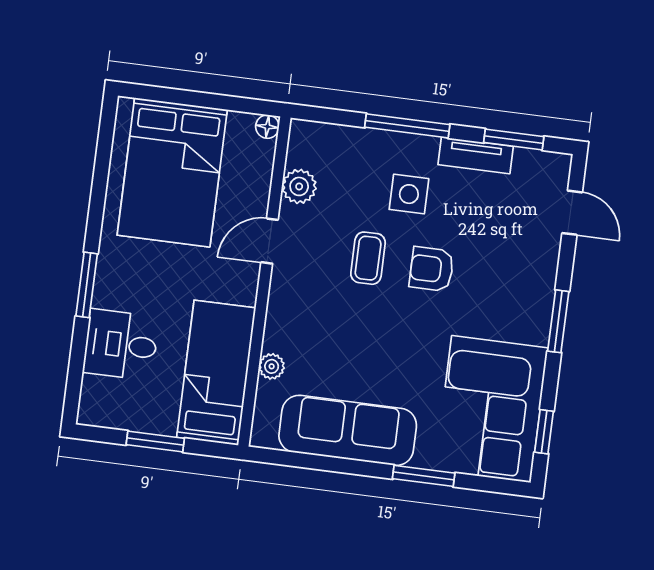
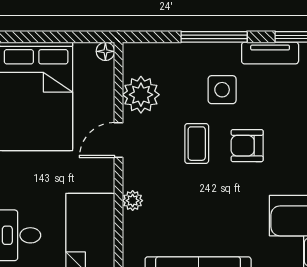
plant: (299, 186) -> (141, 95), width x1.36, depth x1.36
plant: (272, 366) -> (133, 201), moved

